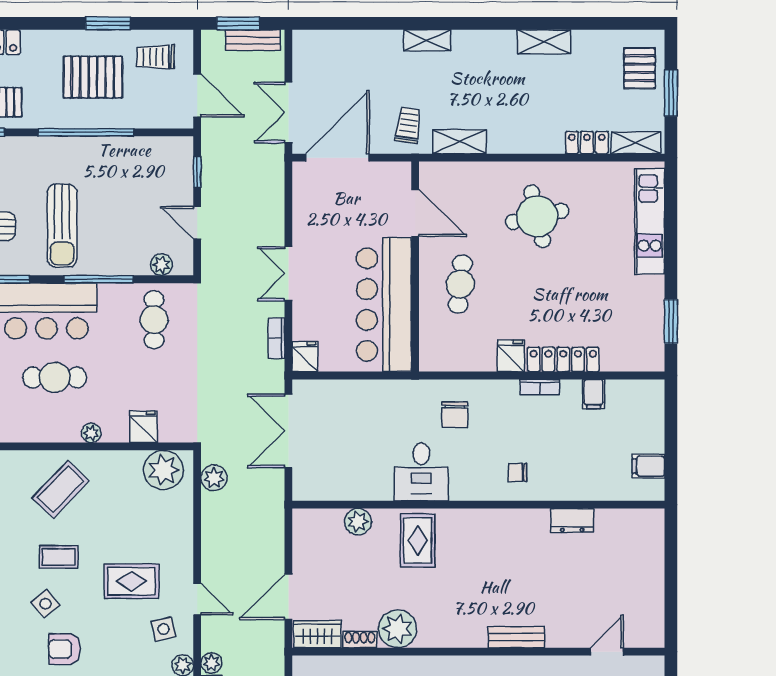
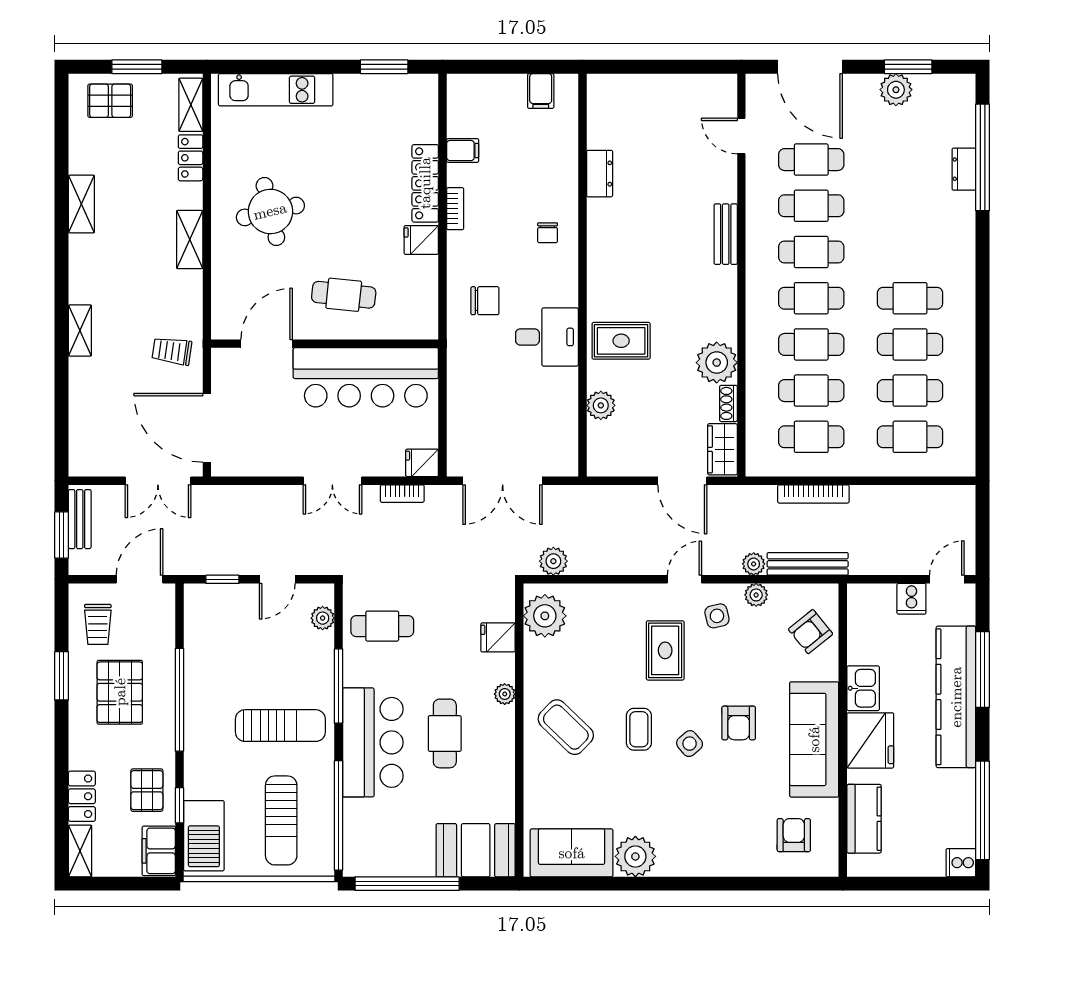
shelving: (459, 142) -> (190, 240), moved

